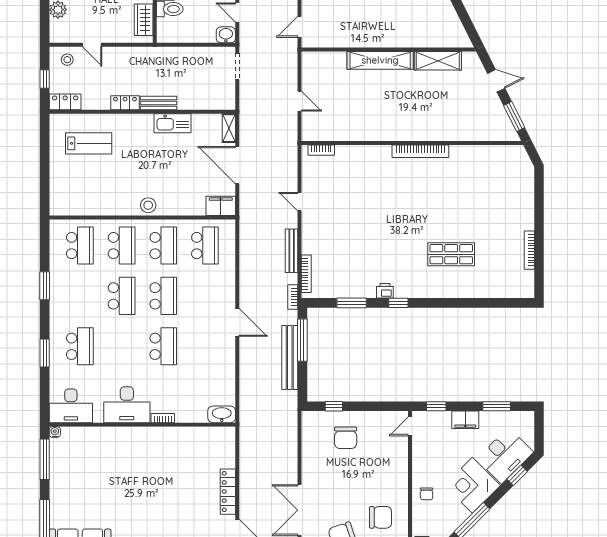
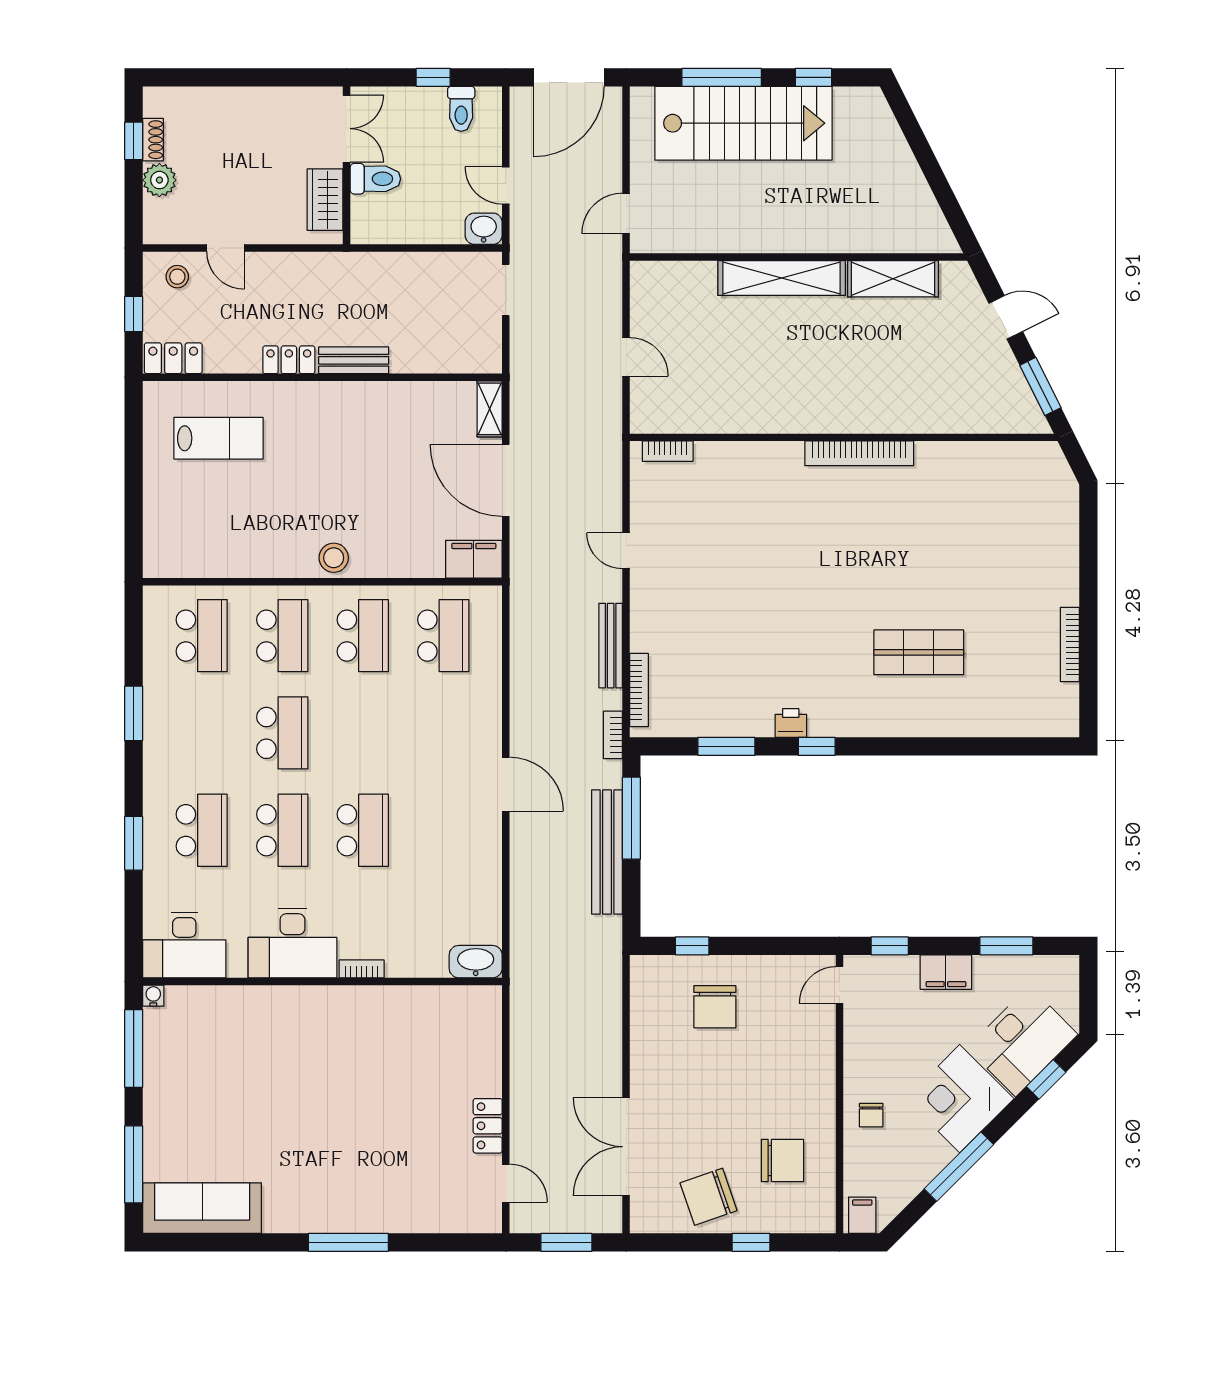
kitchen sink: (172, 123) -> (381, 400), removed
school desk: (163, 296) -> (282, 830), moved
locker: (228, 492) -> (488, 1126), width x0.66

